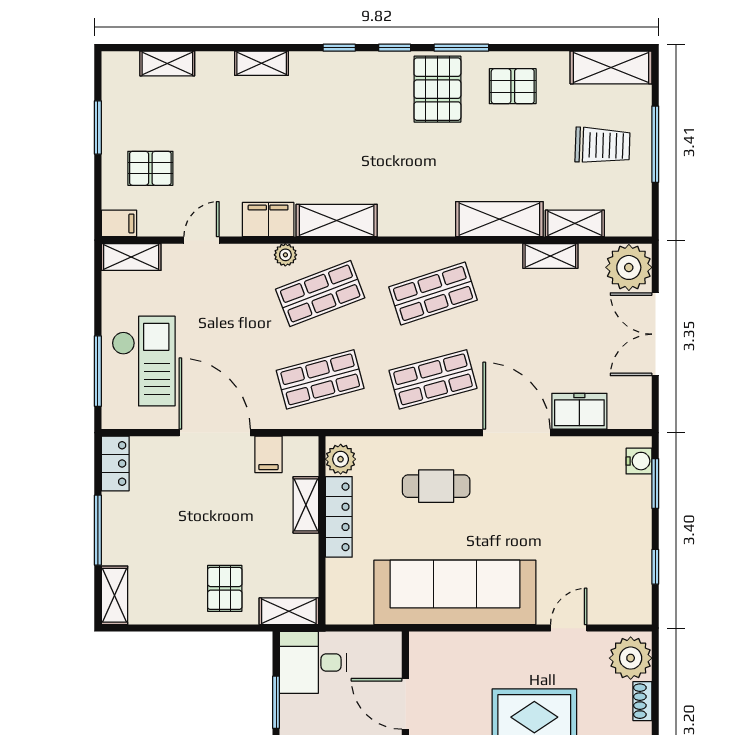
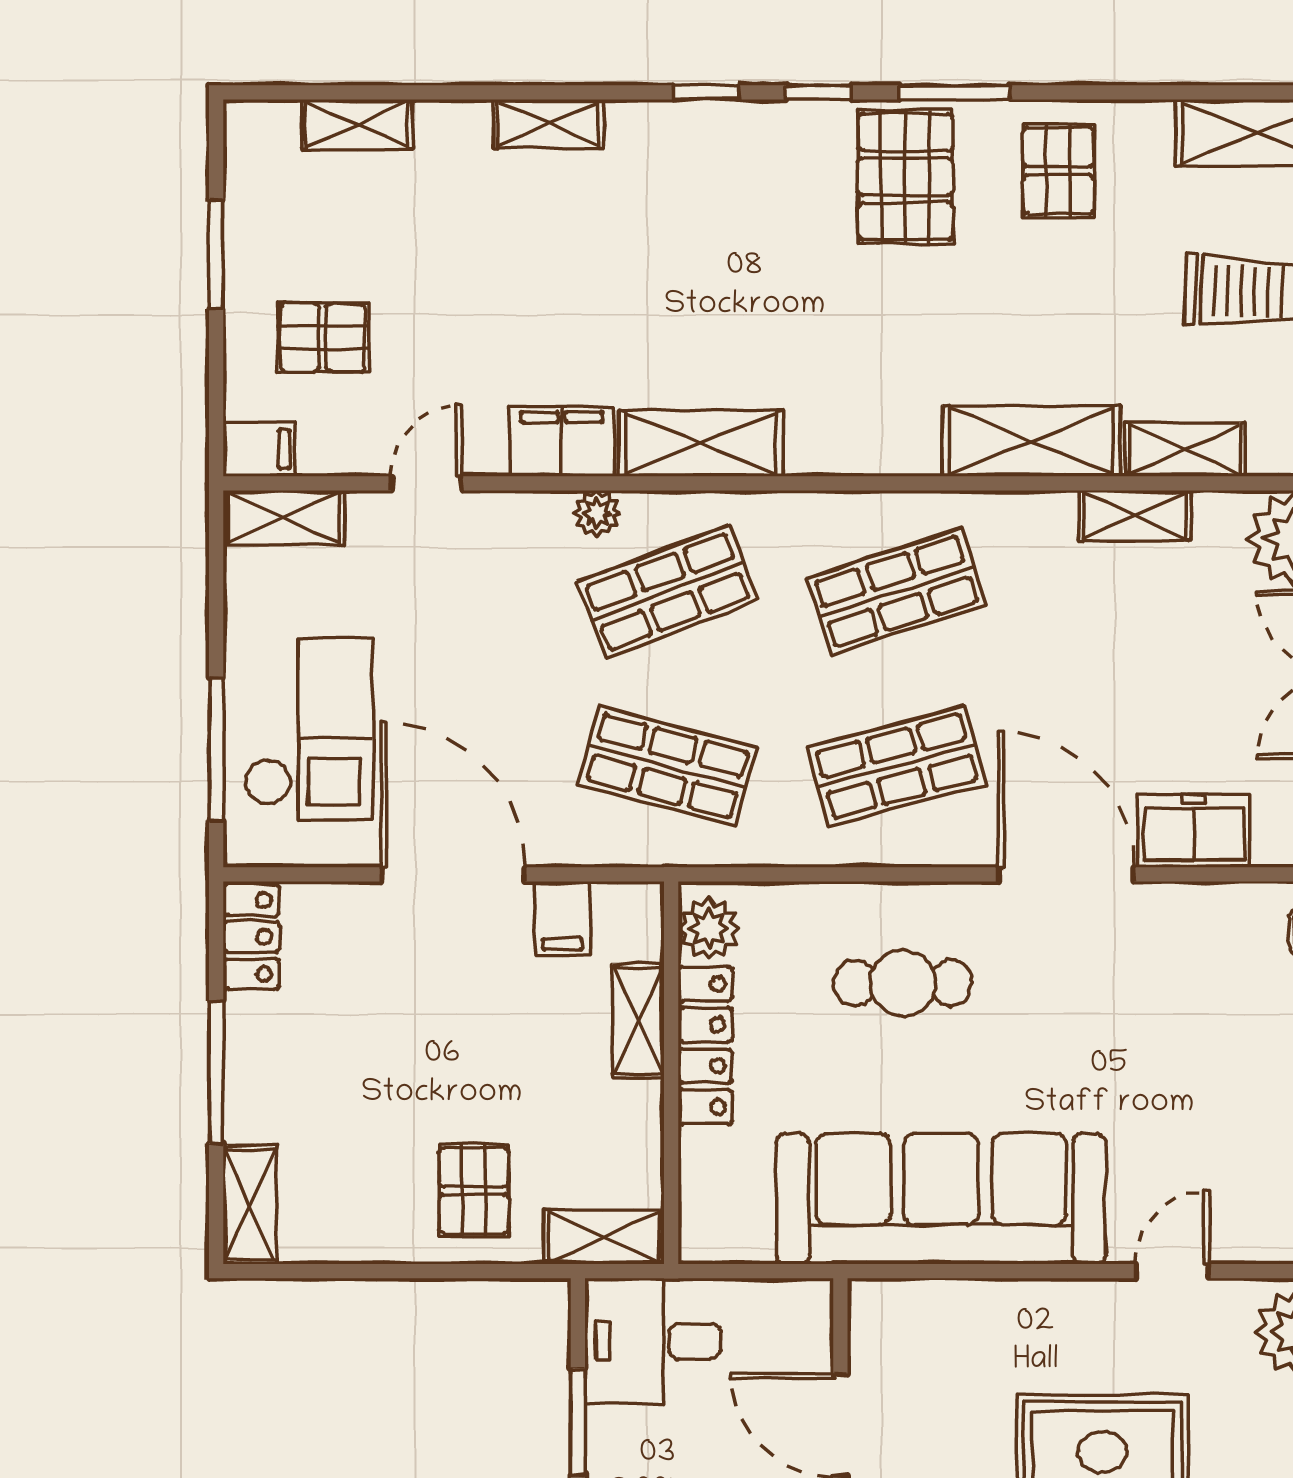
pallet: (513, 86) -> (1058, 171), turned 90
shop shelf: (320, 379) -> (668, 766), turned 30

